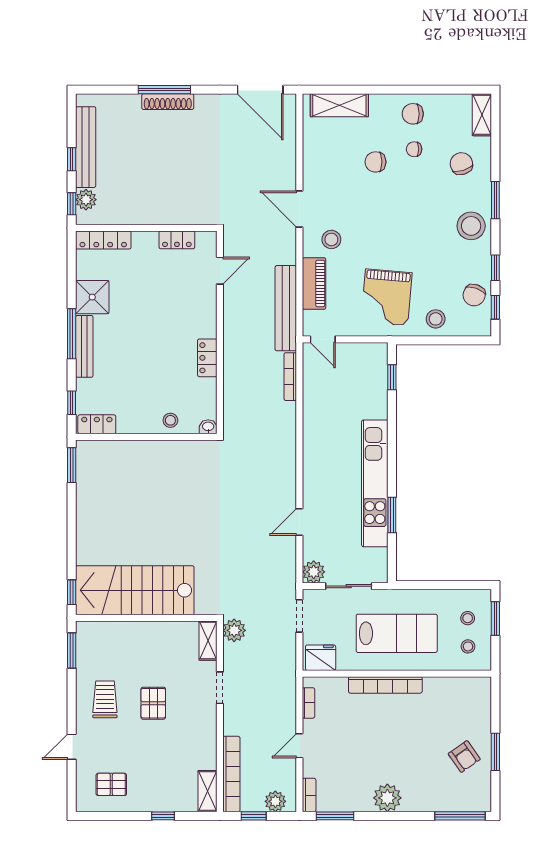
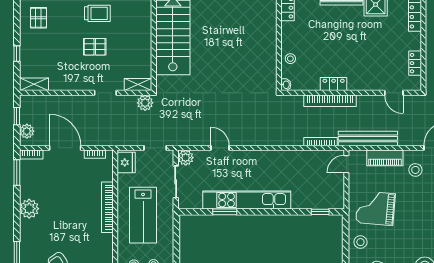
door: (299, 746) -> (65, 148), width x1.87
bookcase: (231, 774) -> (330, 101), moved

